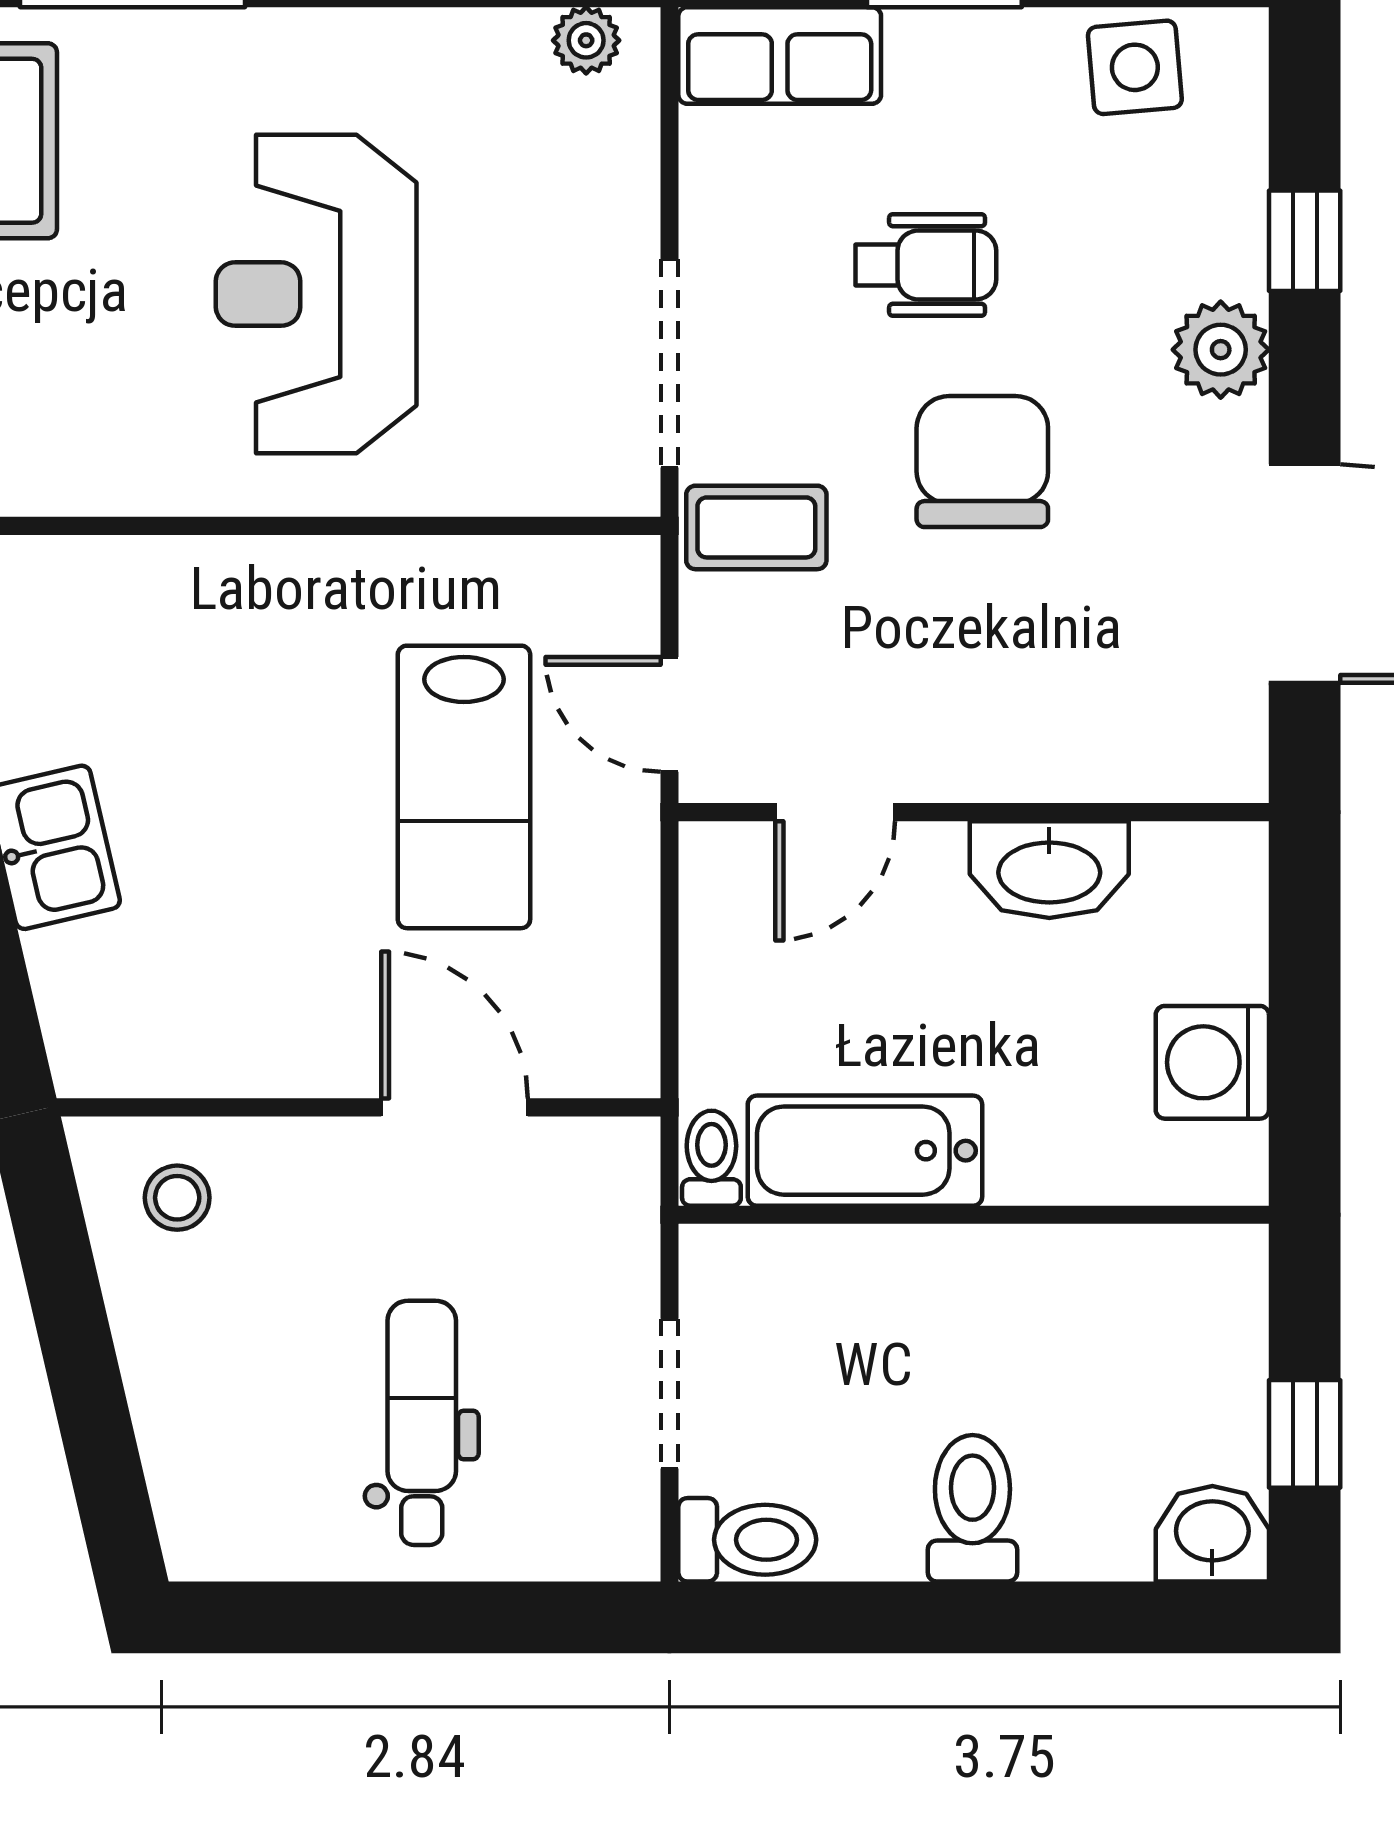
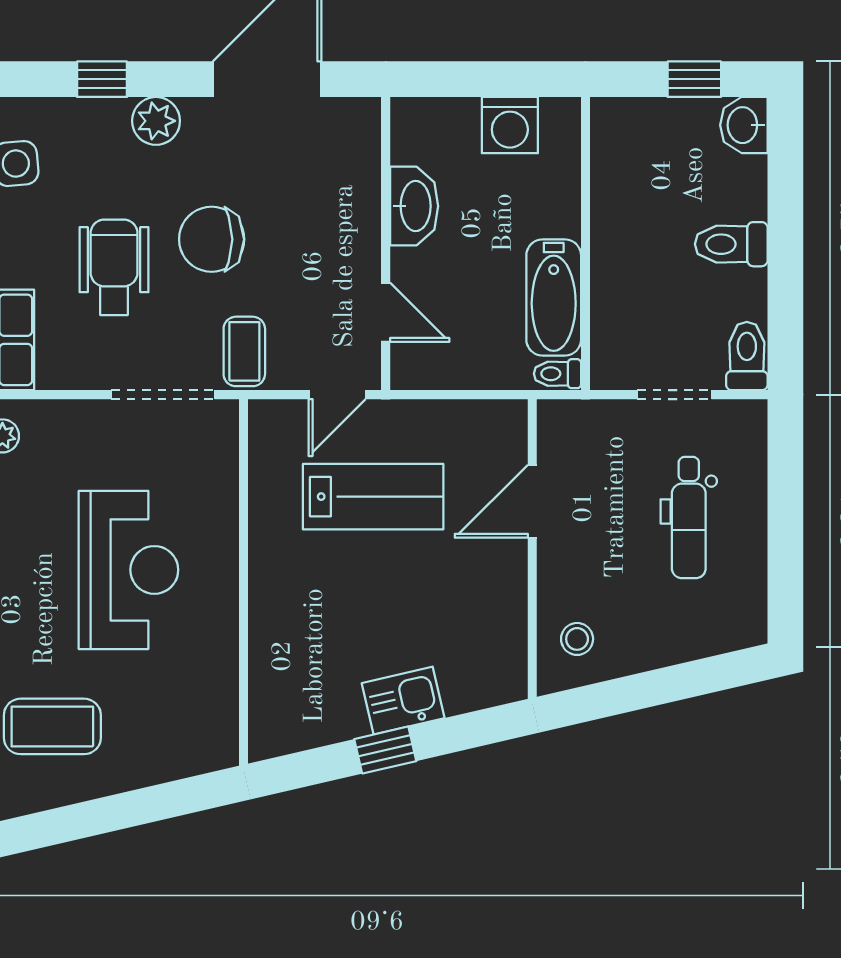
wheelchair: (926, 265) -> (114, 267), width x1.36, depth x1.37
reception desk: (316, 294) -> (128, 570), turned -90
dental chair: (422, 1423) -> (689, 518), turned -90

